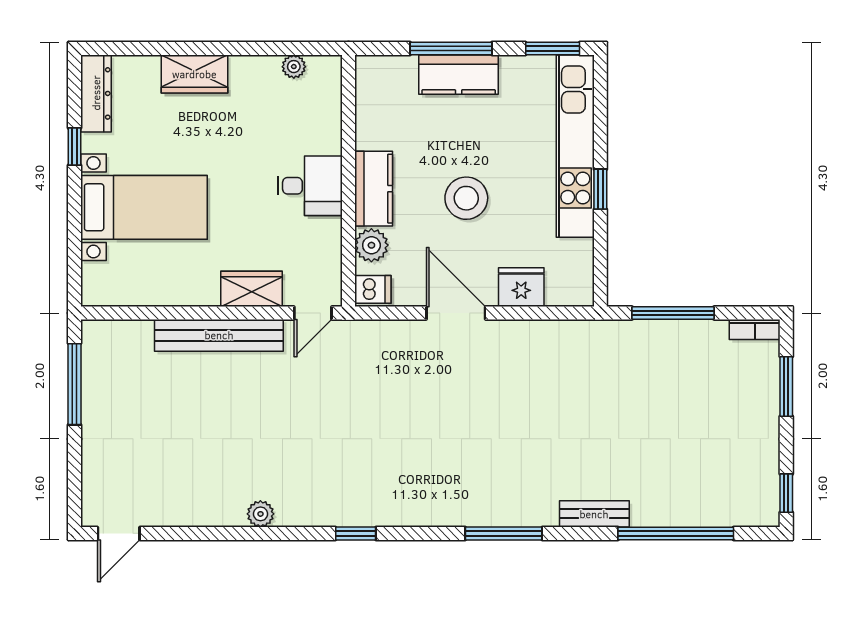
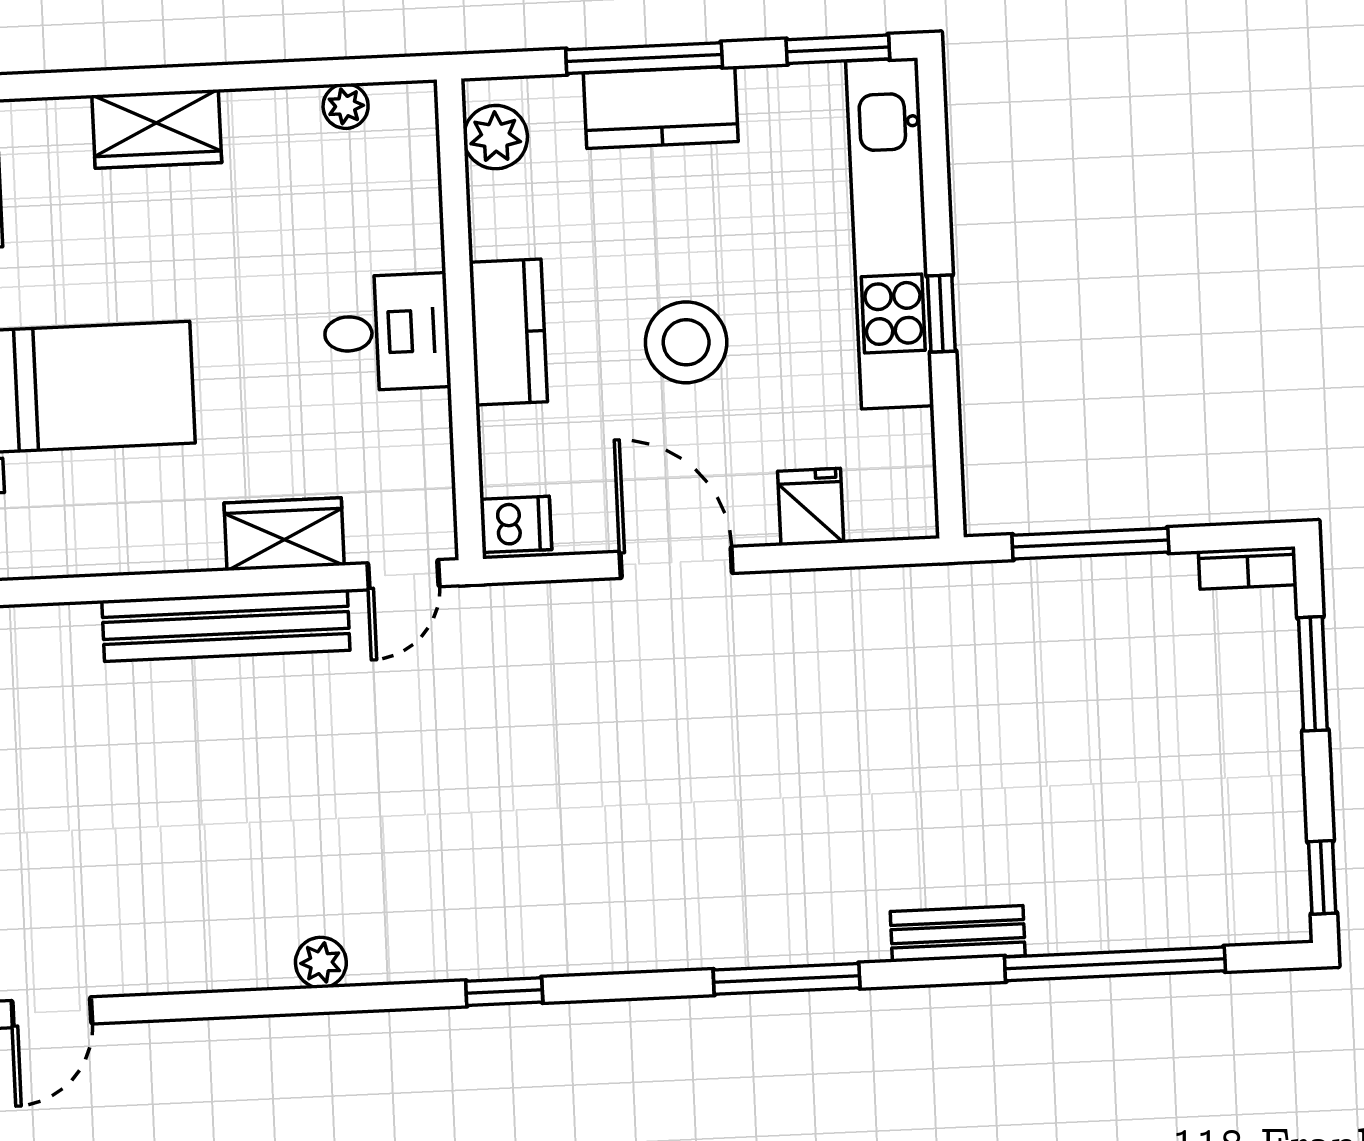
plant: (371, 245) -> (496, 137), moved
fridge: (521, 287) -> (811, 507), width x0.72

